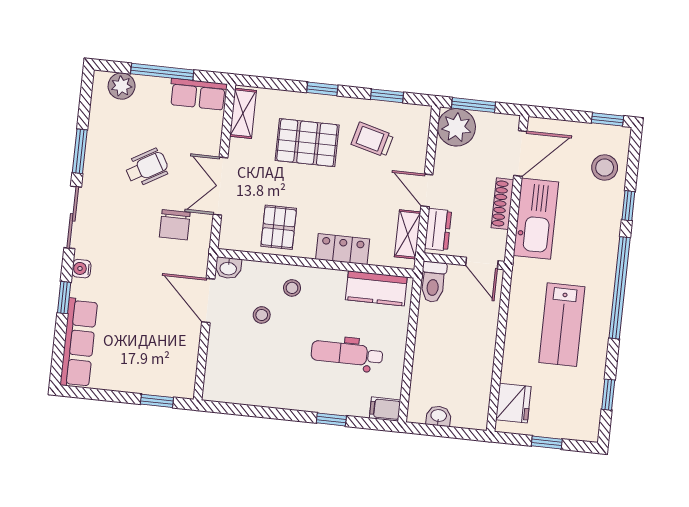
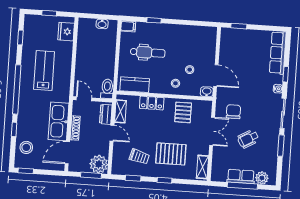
row of seats: (198, 94) -> (241, 176), moved

